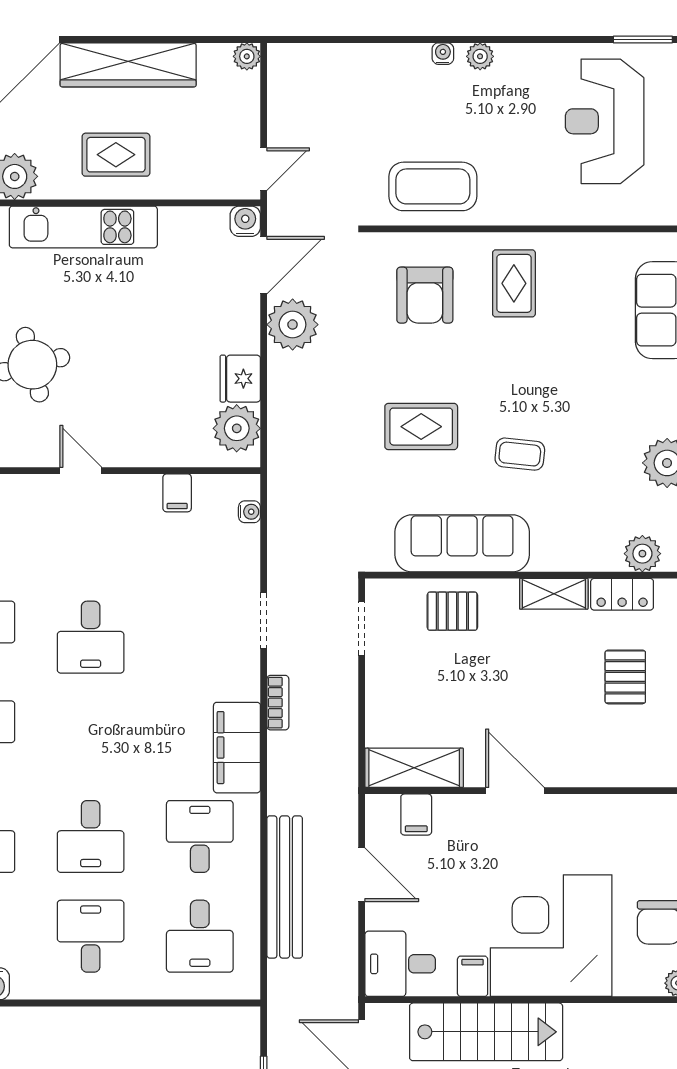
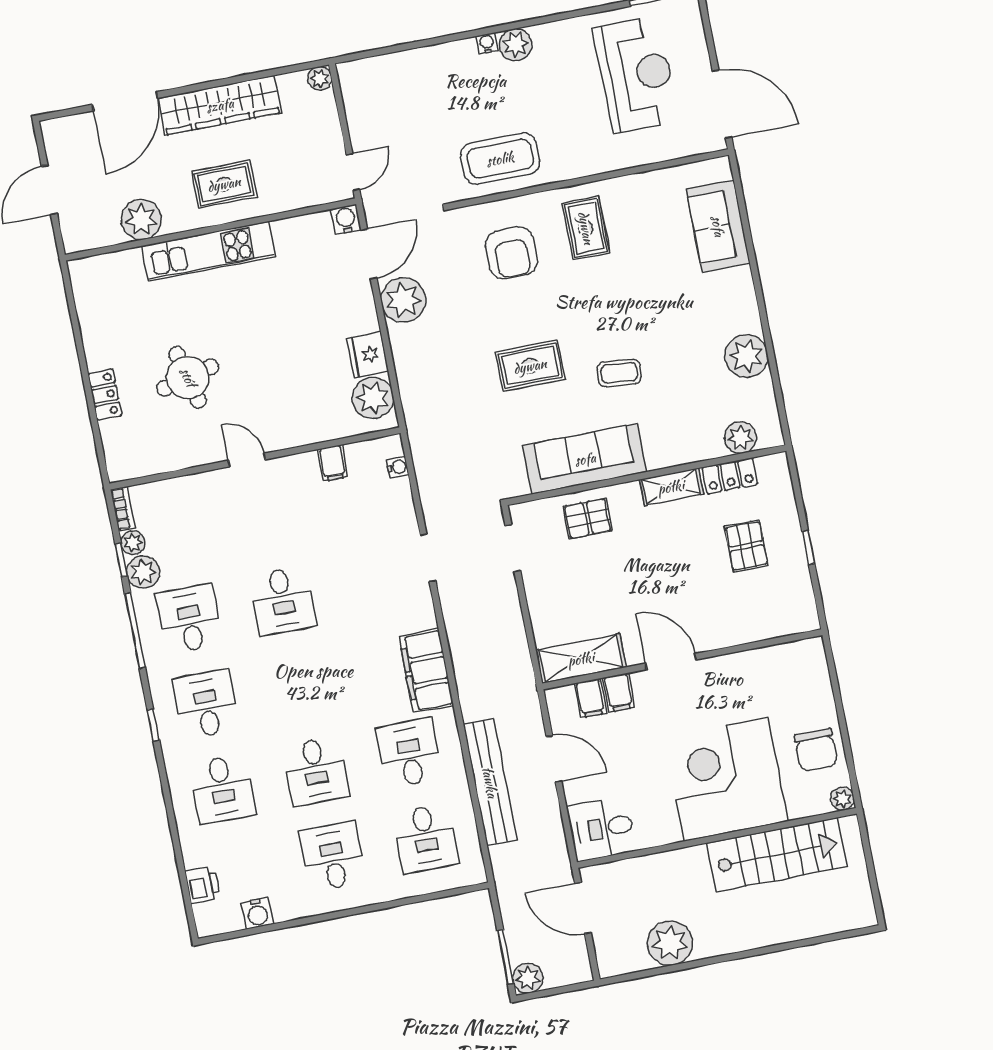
plant: (480, 56) -> (516, 45), width x1.38, depth x1.38
reception desk: (605, 121) -> (636, 74), turned 180
bookcase: (278, 703) -> (454, 626), removed
filing cabinet: (473, 976) -> (619, 692), moved, turned 180
stairs: (486, 1032) -> (777, 855), moved

